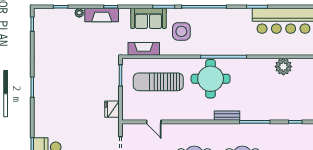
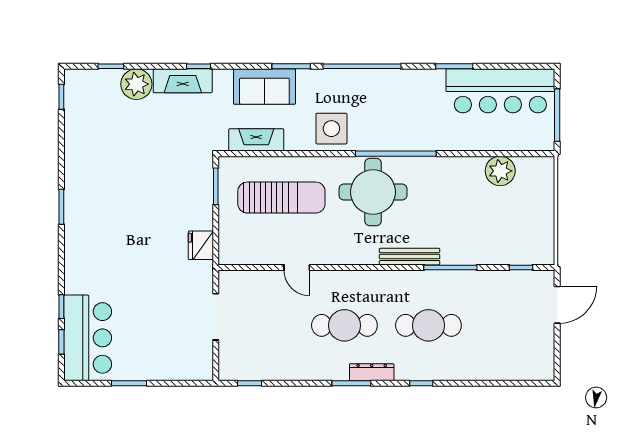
plant: (79, 13) -> (136, 84), width x1.87, depth x1.87
side table: (181, 31) -> (331, 129), moved
sun lounger: (158, 82) -> (281, 198), turned 180
bench: (227, 116) -> (410, 257), width x1.36
door: (154, 122) -> (297, 267), moved

